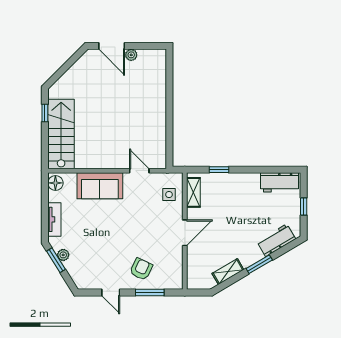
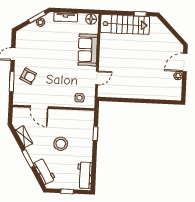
shelving: (193, 192) -> (80, 115), removed
stool: (236, 219) -> (61, 144), added
door: (185, 233) -> (39, 107), moved

